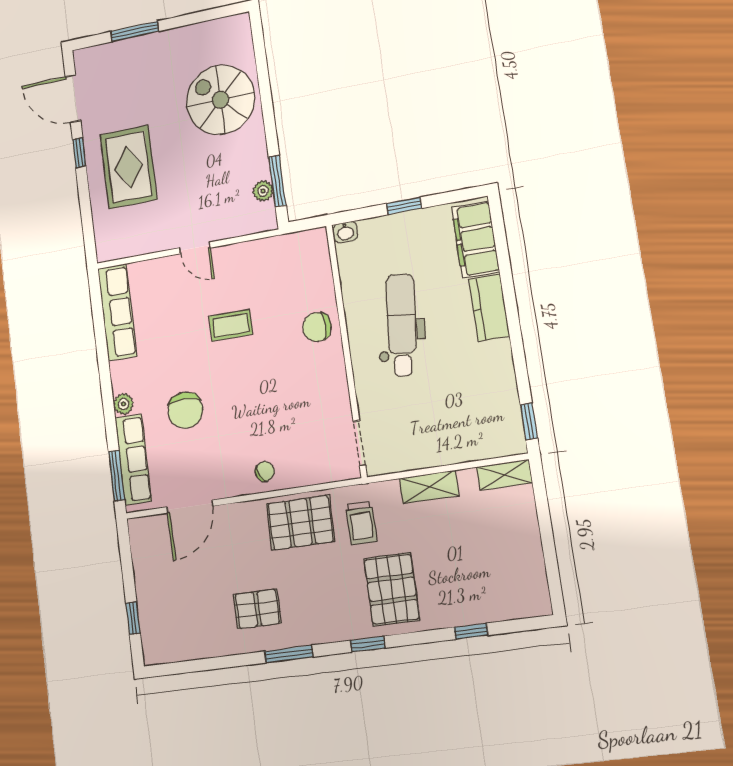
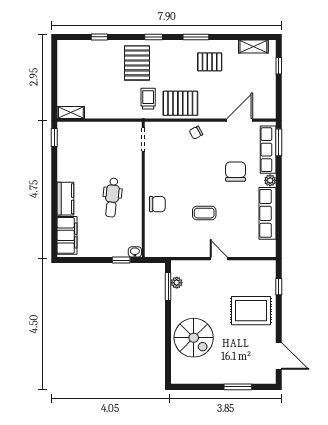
window: (79, 153) -> (279, 287), moved
rug: (129, 167) -> (251, 311), turned 90
window: (404, 206) -> (121, 260), moved
row of seats: (117, 312) -> (268, 213), moved
dental chair: (402, 325) -> (112, 198), width x0.73, depth x0.72
shelving: (429, 487) -> (253, 46), moved

